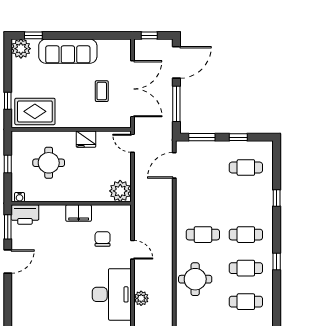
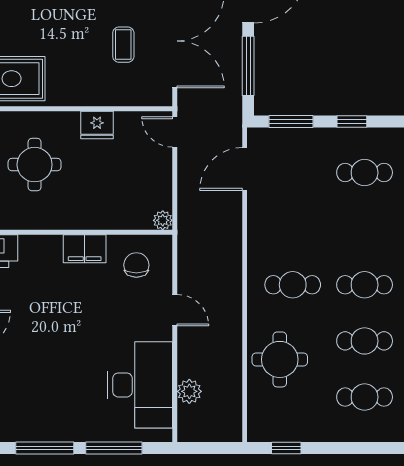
plant: (120, 191) -> (163, 220), width x0.53, depth x0.53
chair: (103, 239) -> (136, 265), moved

